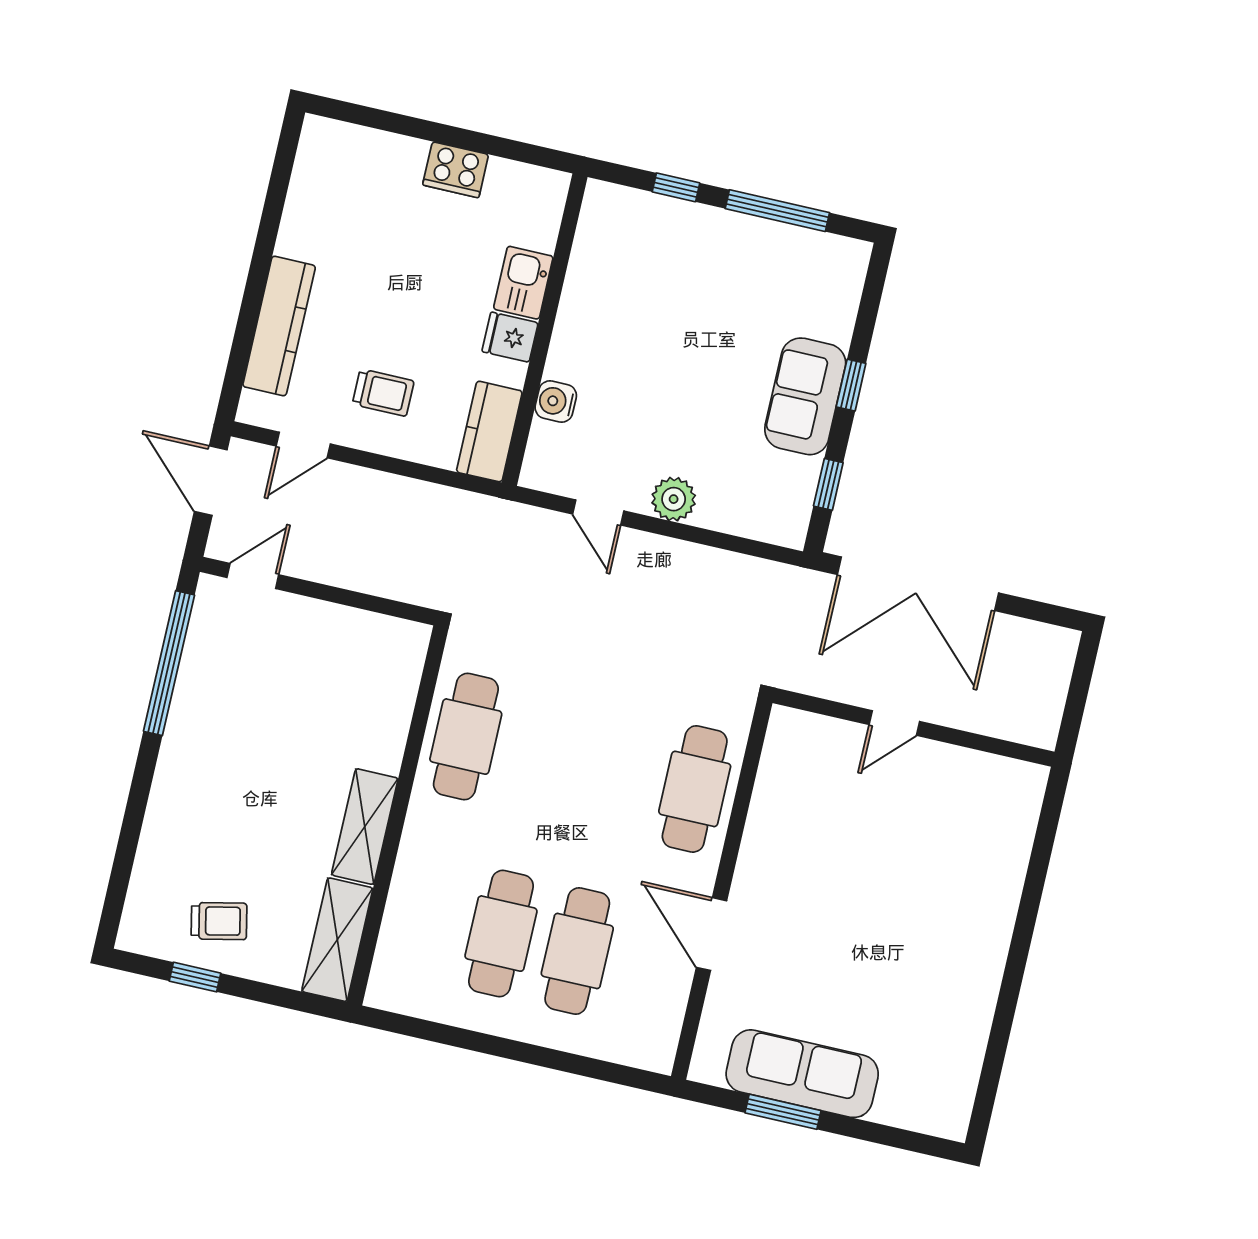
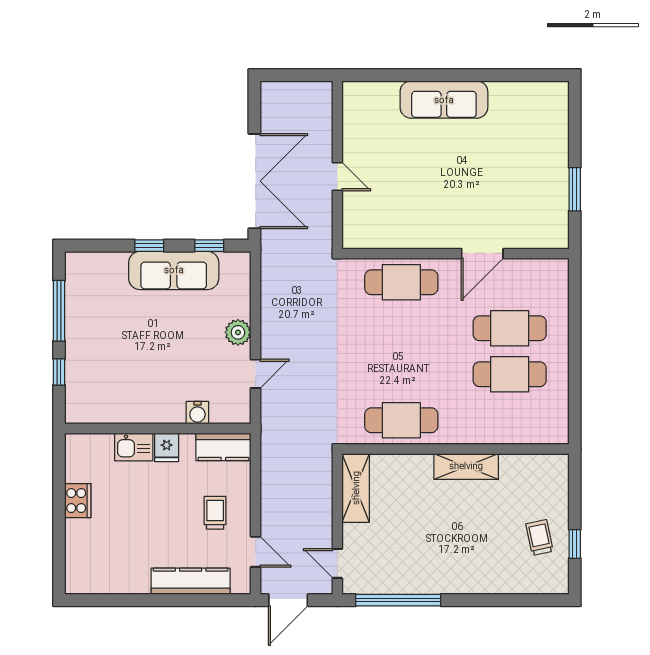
sofa: (805, 396) -> (174, 270), width x1.36
shelving: (337, 940) -> (356, 488), moved, turned 90
sofa: (802, 1074) -> (444, 100), moved, turned -90

